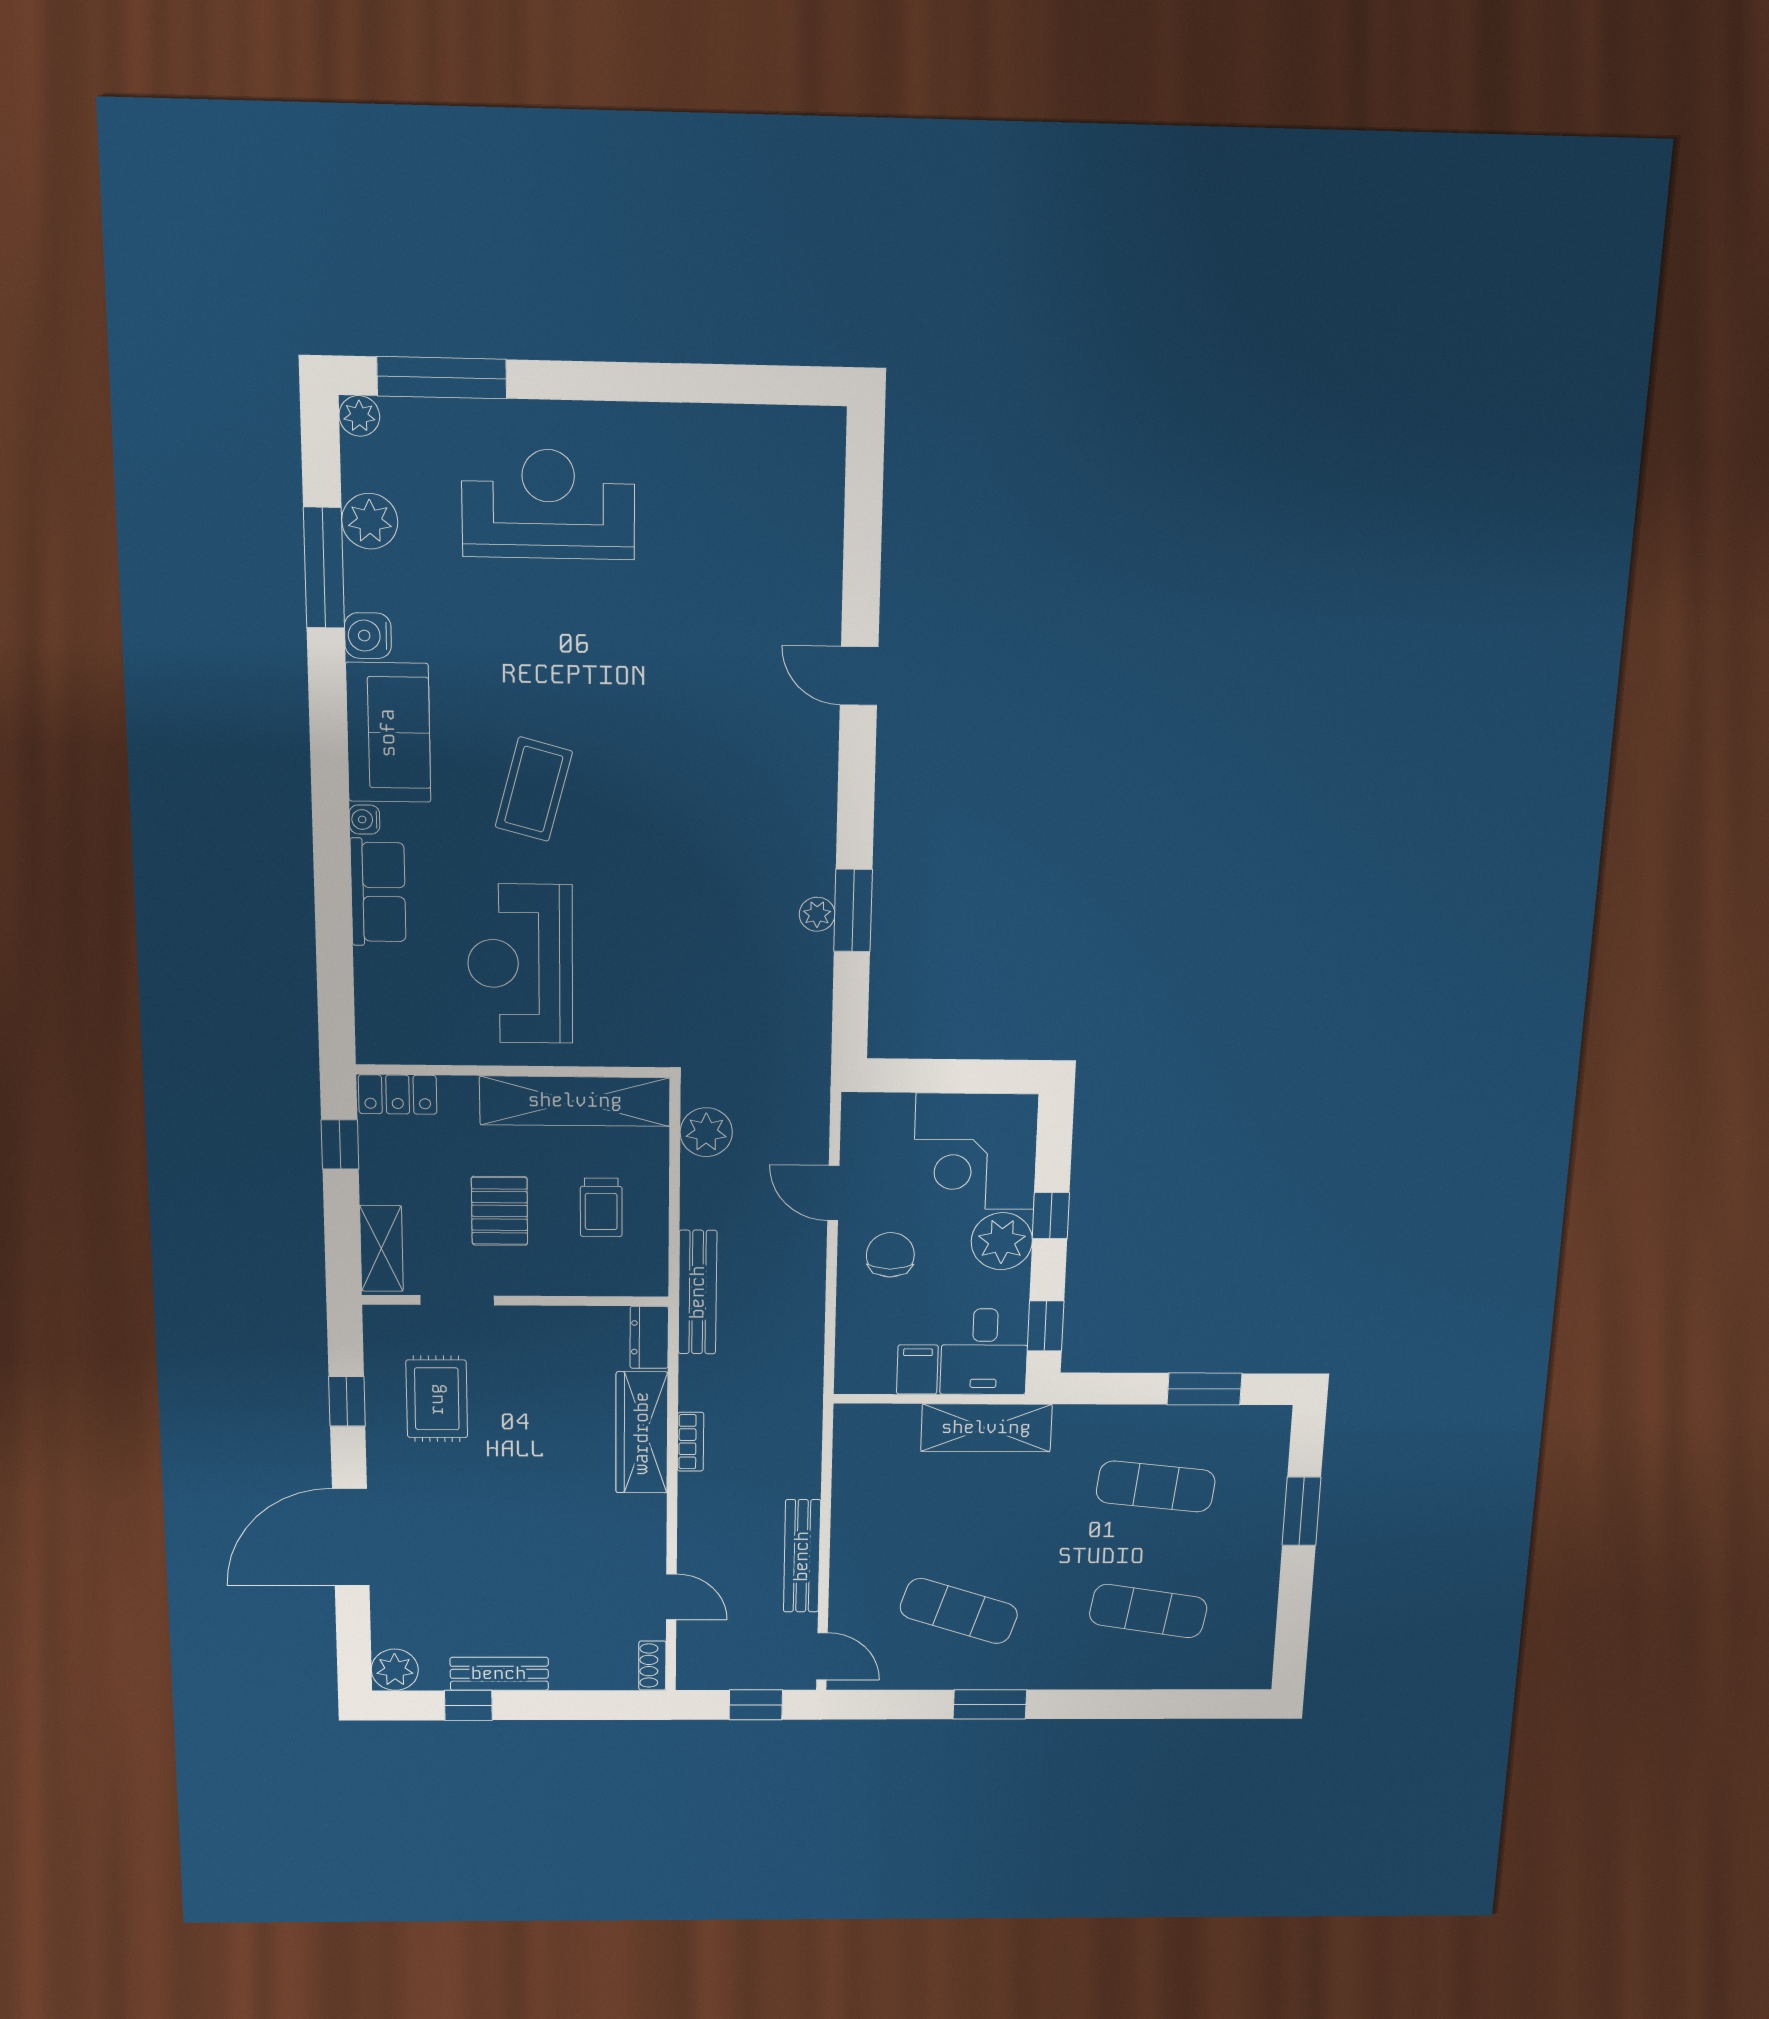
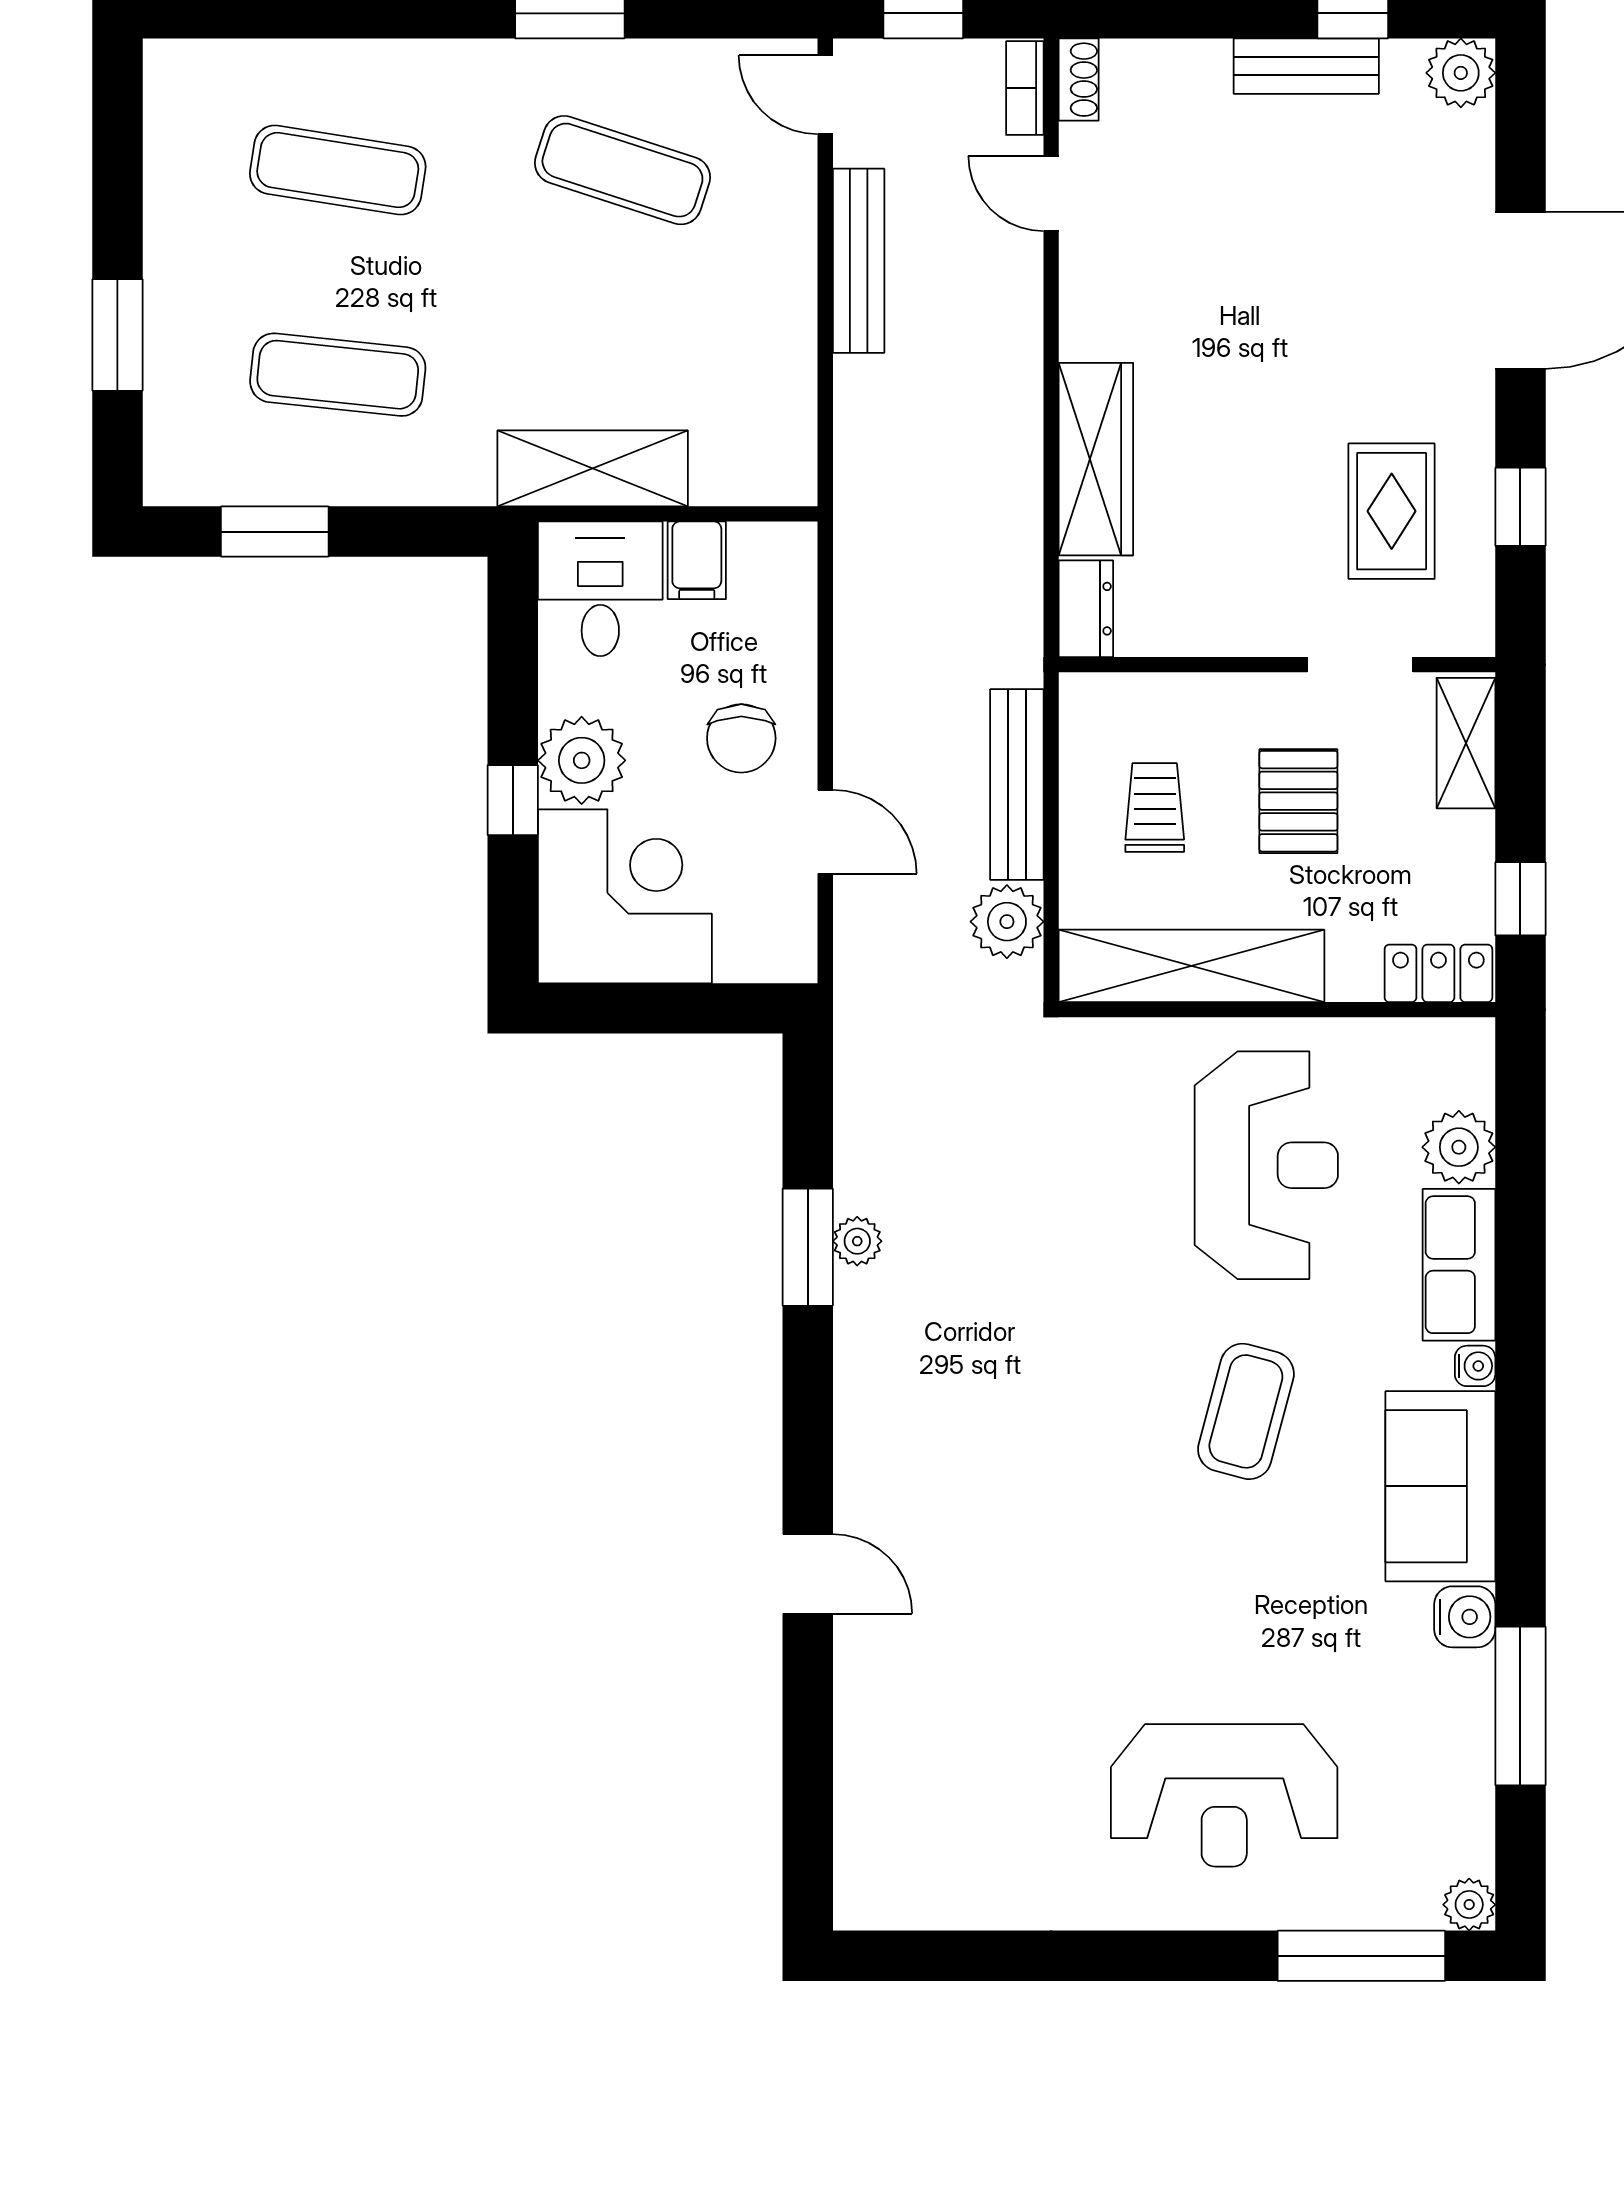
plant: (370, 521) -> (1459, 1147), moved
bench: (698, 1292) -> (1017, 785), moved
window: (1046, 1326) -> (513, 630), removed
bookcase: (691, 1442) -> (1025, 88), moved

